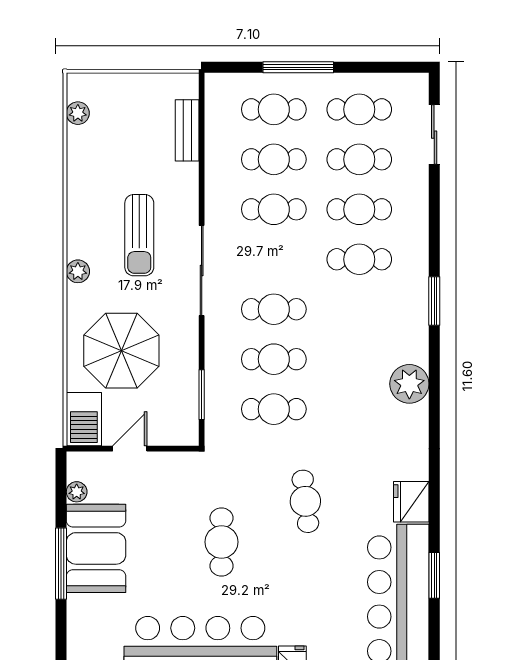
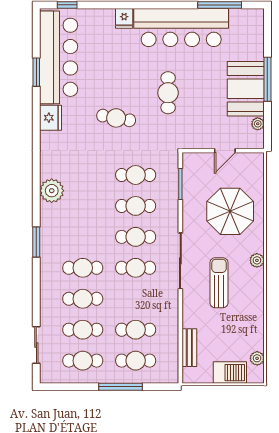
cafe table: (274, 209) -> (136, 268), moved
barbecue: (84, 419) -> (230, 373), moved, turned 90
cafe table: (305, 501) -> (116, 118), turned -73

